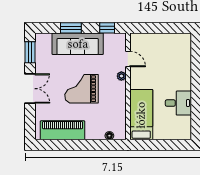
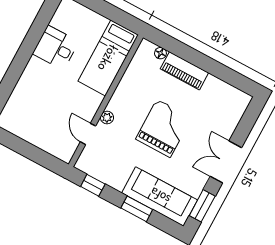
sofa: (78, 44) -> (160, 196), moved
grand piano: (81, 89) -> (164, 128), turned -90
piano: (63, 130) -> (184, 71), moved, width x0.73, depth x0.75

